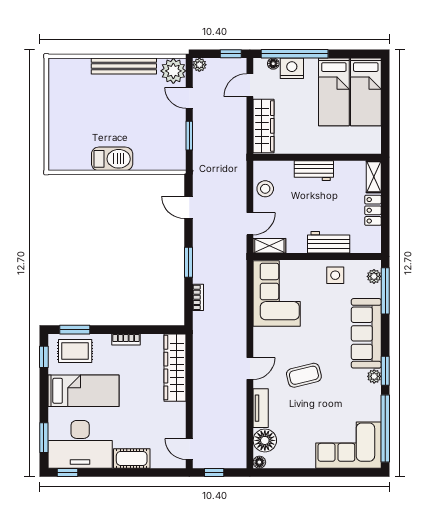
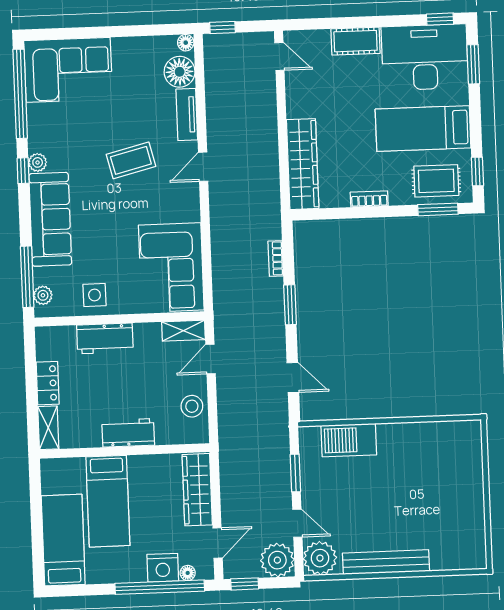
plant: (199, 65) -> (277, 560), width x1.87, depth x1.87
bed: (334, 92) -> (108, 501), moved, turned 180
barbecue: (112, 159) -> (349, 440), moved
window: (385, 371) -> (23, 171), width x0.67
window: (214, 473) -> (222, 27), moved

